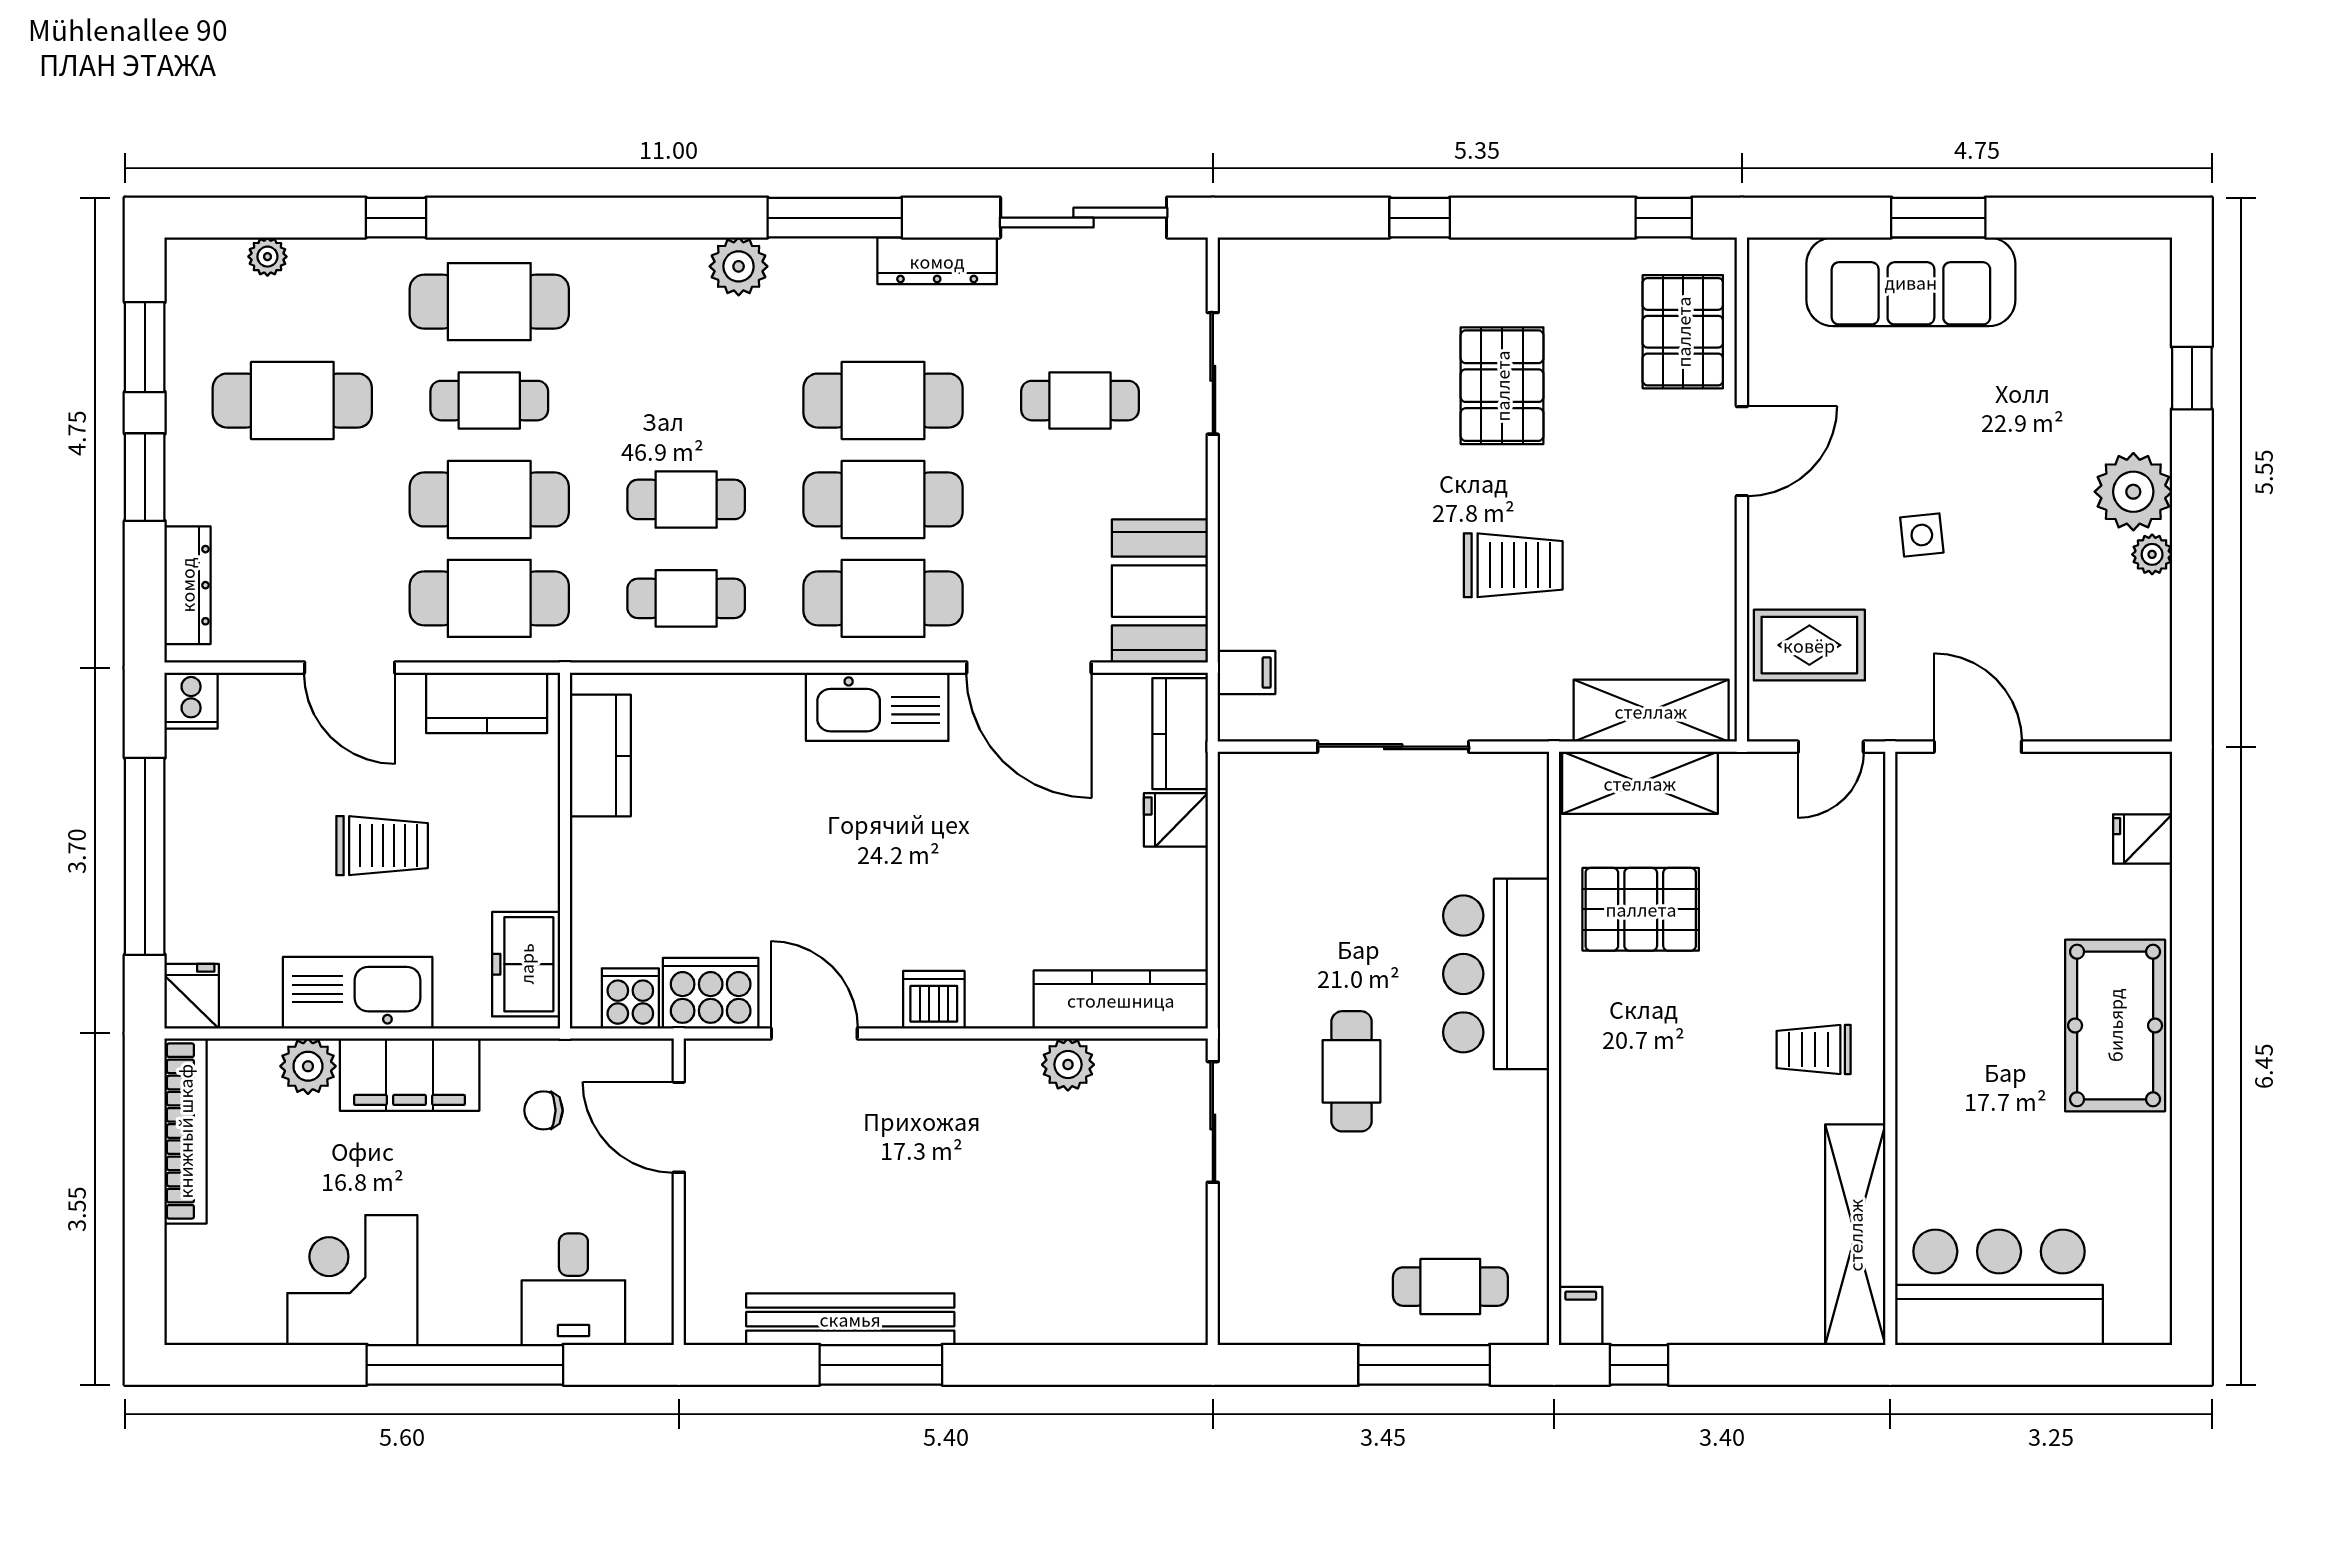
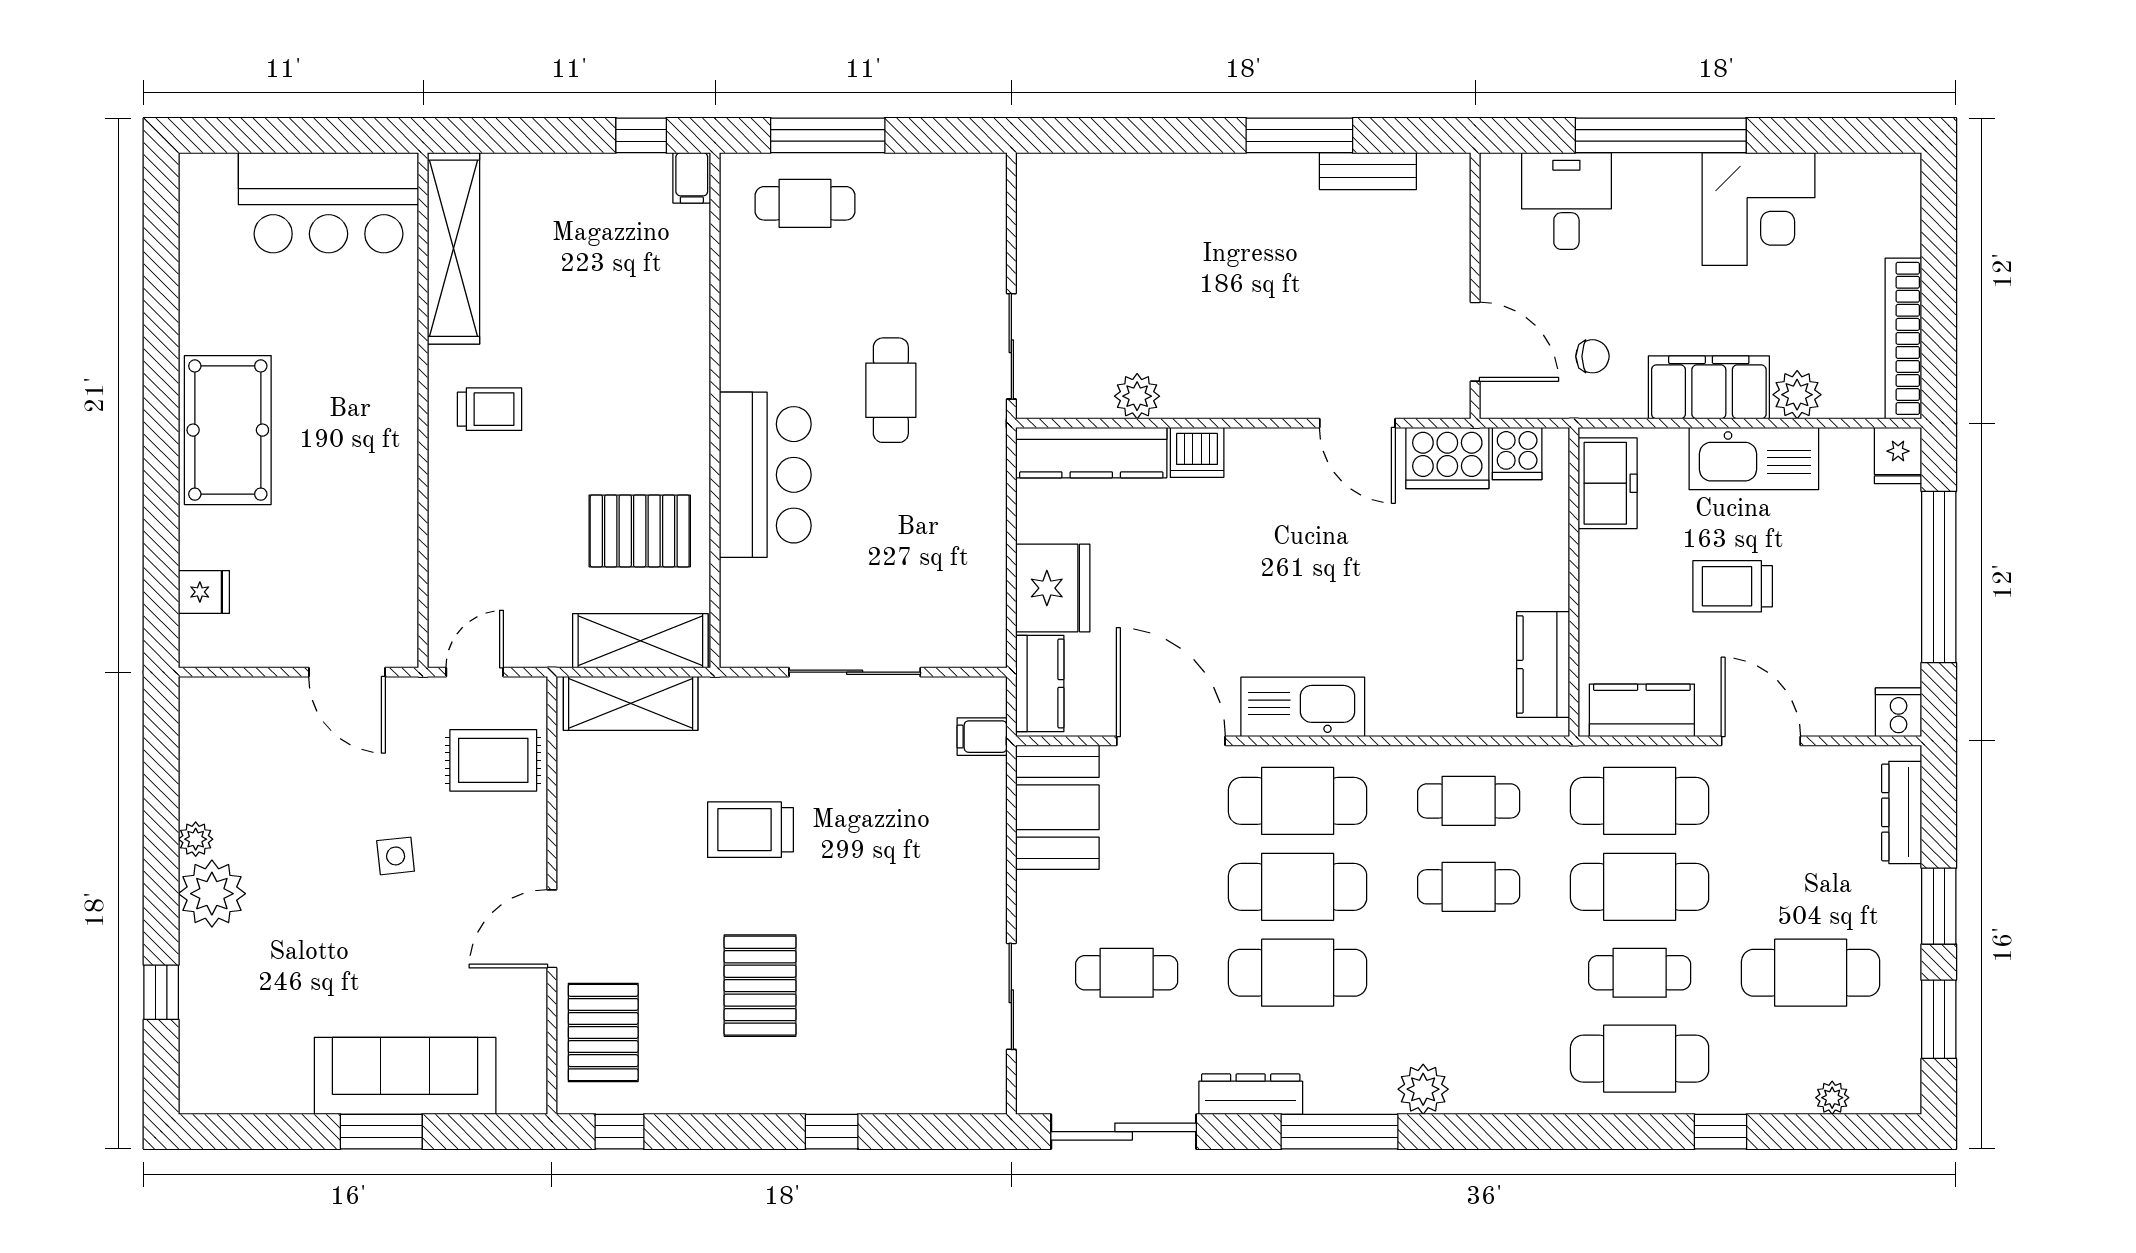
fridge: (1176, 820) -> (1053, 588), width x1.88, depth x1.34
dishwasher: (934, 1000) -> (1197, 452), moved
bench: (850, 1319) -> (1368, 171), width x0.54, depth x0.82

